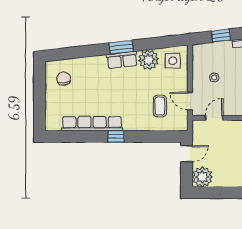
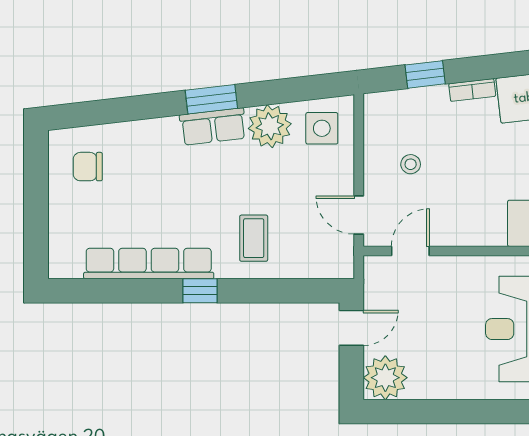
chair: (64, 79) -> (88, 167), turned -83
coffee table: (160, 106) -> (254, 238), moved

